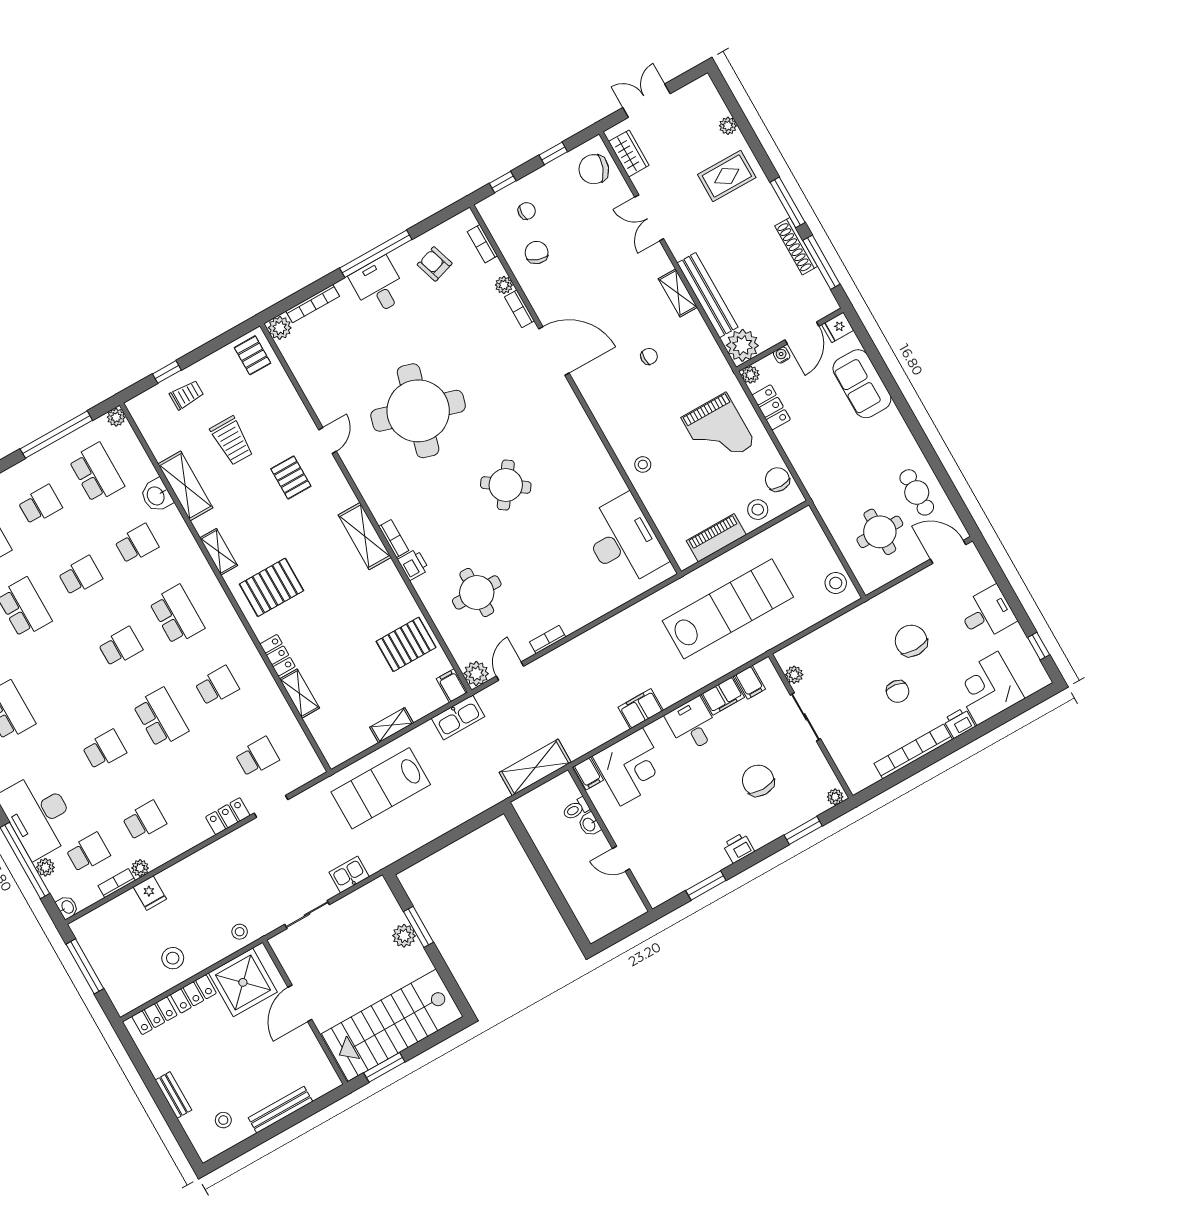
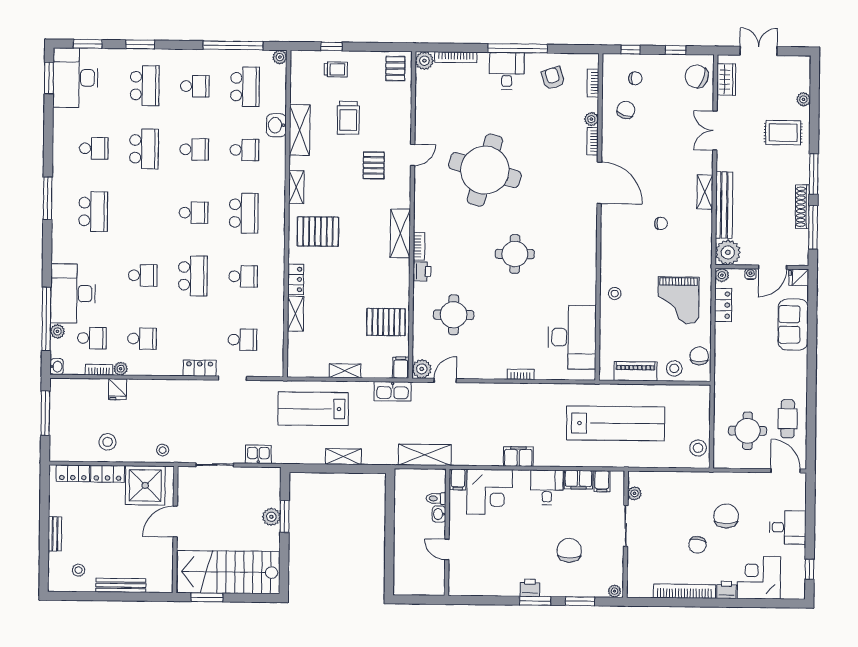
round table: (506, 485) -> (515, 254), turned -36
bookcase: (548, 639) -> (521, 374), moved
shelving: (445, 822) -> (343, 457), added
window: (706, 886) -> (535, 601), moved

